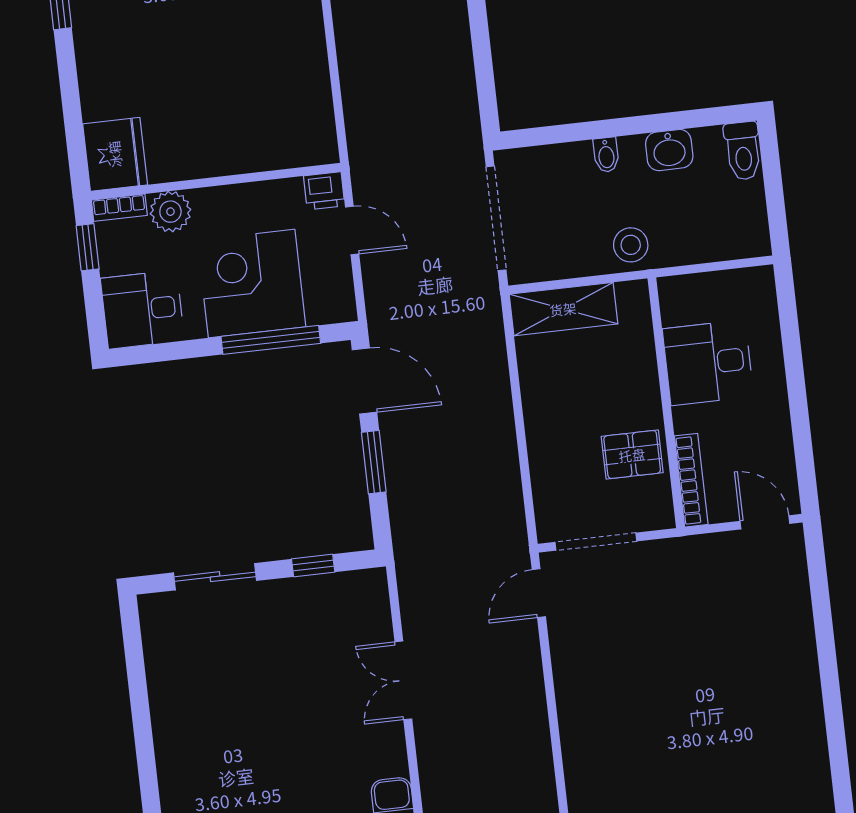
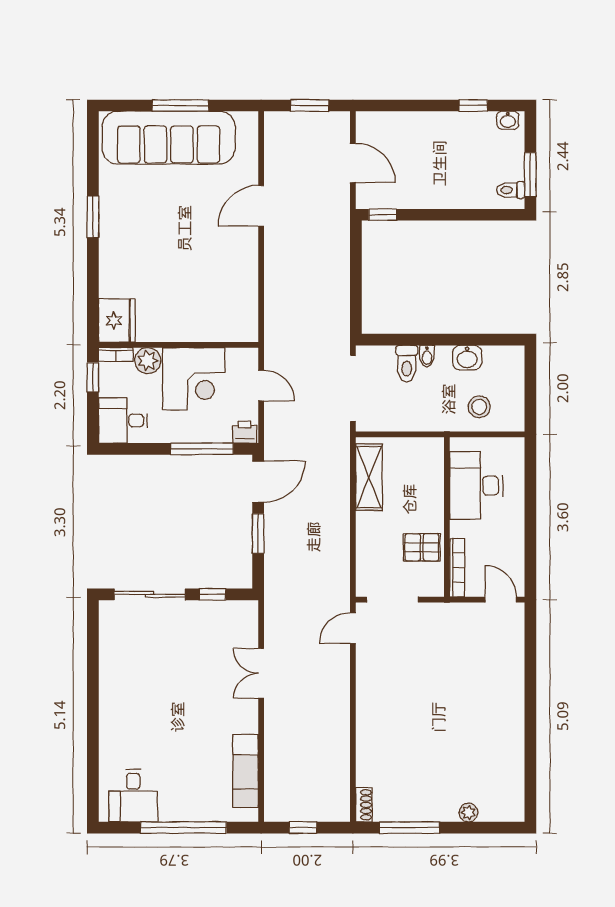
toilet: (743, 151) -> (407, 363), moved
printer: (324, 191) -> (245, 432), moved, turned 180
stool: (631, 245) -> (479, 407), moved
corner desk: (252, 284) -> (194, 379), moved, turned 180
shelving: (563, 309) -> (369, 477), moved, turned 90
desk: (708, 363) -> (476, 486), width x1.37
door: (365, 381) -> (258, 482), hinge flipped
sliding door: (215, 577) -> (150, 594), width x1.37

